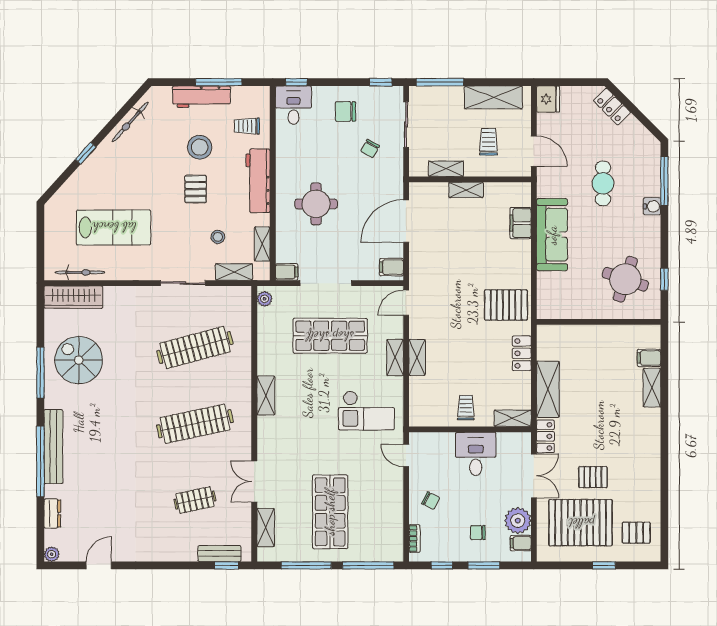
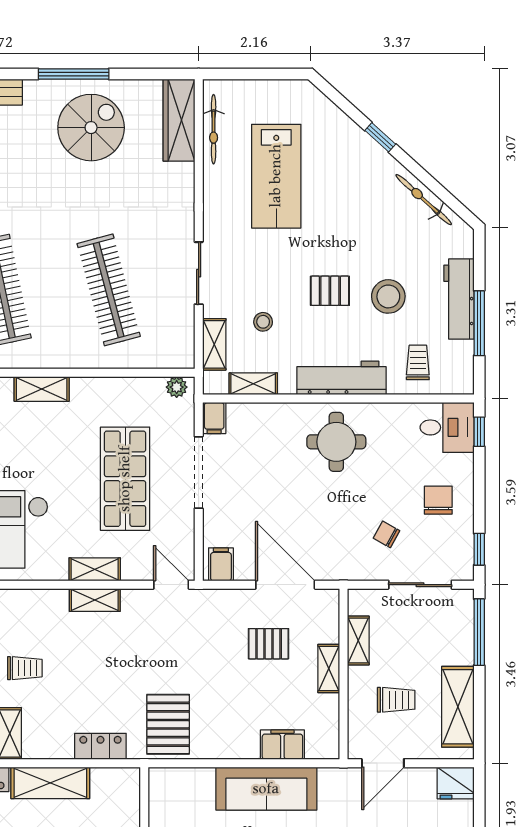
round table: (316, 204) -> (336, 442), moved
pallet: (448, 233) -> (269, 644), added

